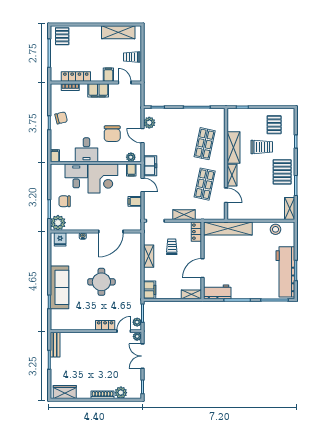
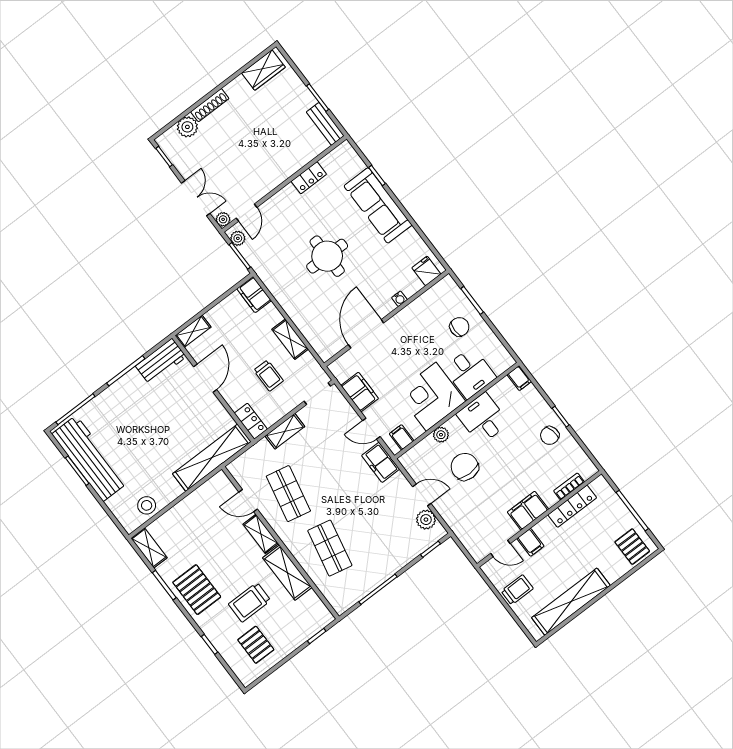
shelving: (118, 32) -> (571, 602), width x1.47
plant: (131, 157) -> (441, 435), moved
filing cabinet: (135, 201) -> (360, 392), width x2.00
plant: (58, 223) -> (446, 291), removed
locker: (105, 325) -> (309, 178), moved

